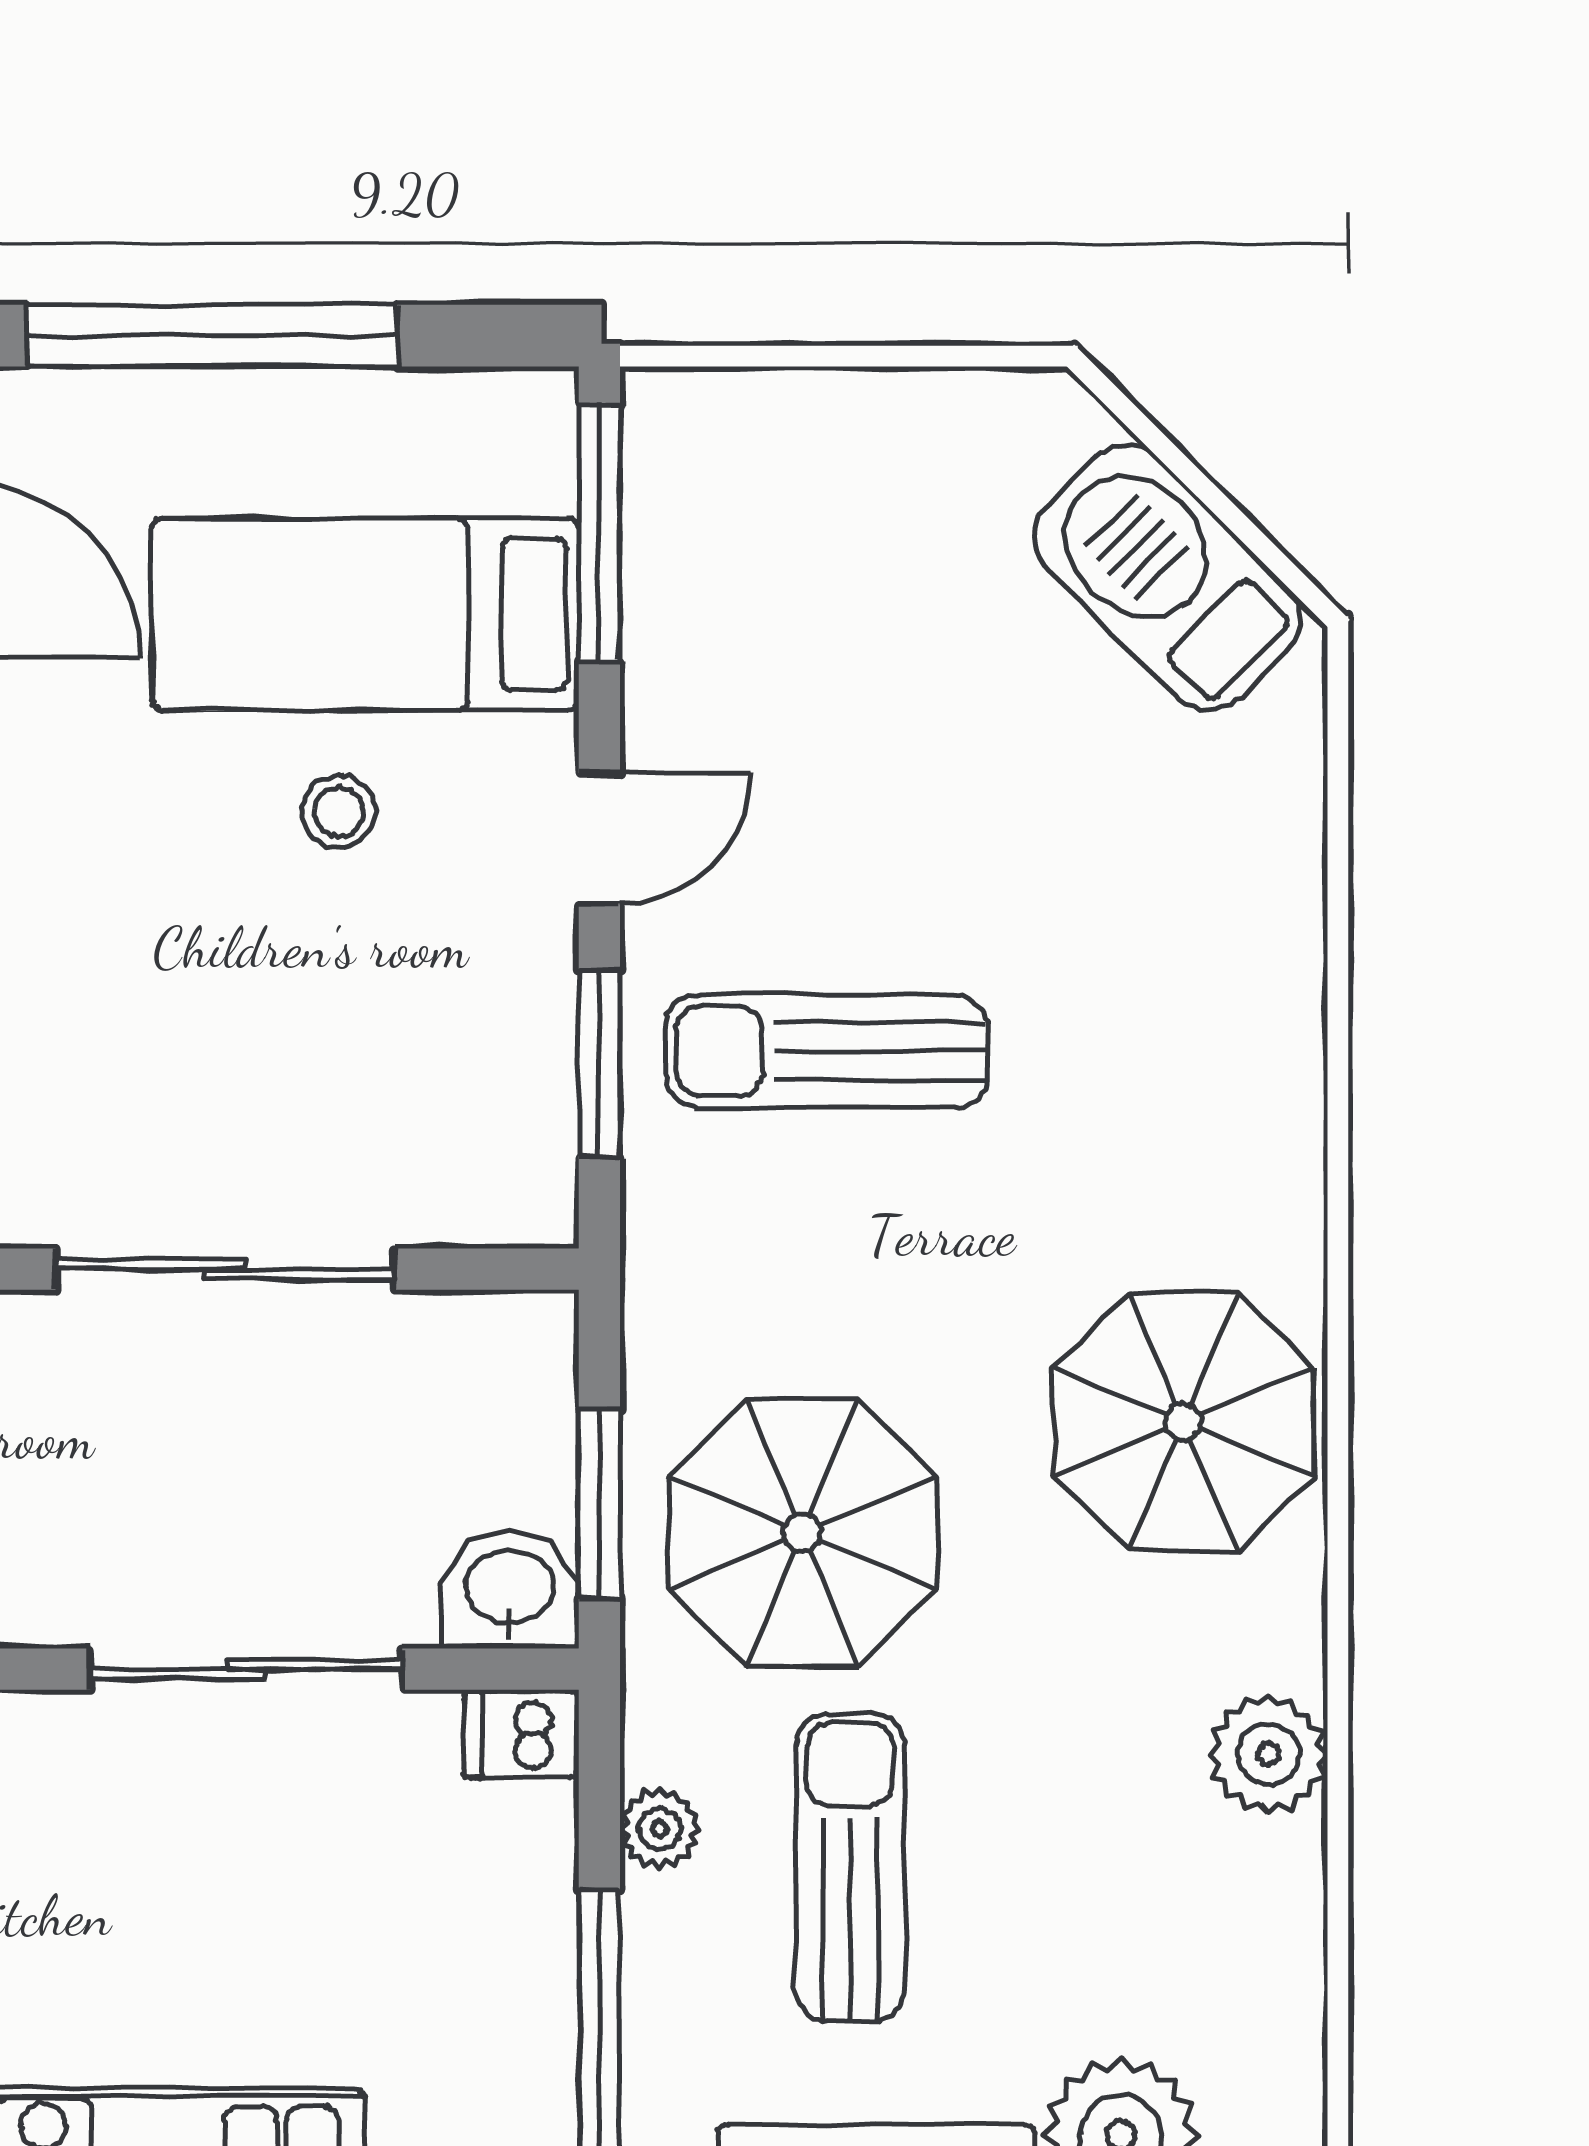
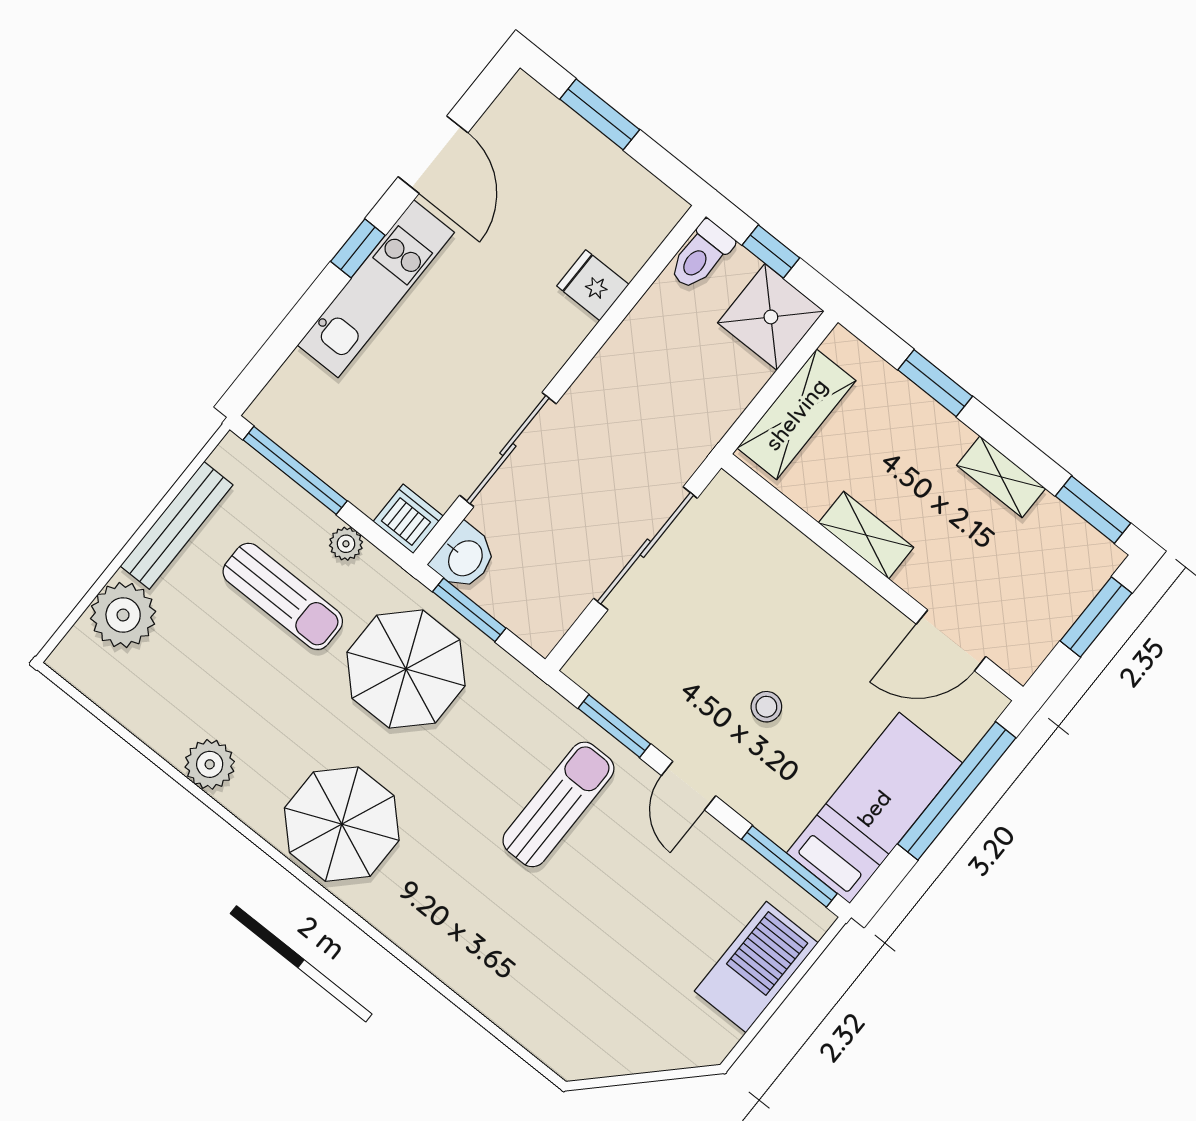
barbecue: (1167, 578) -> (756, 967), moved, turned -45
bed: (365, 614) -> (874, 808), moved
dishwasher: (522, 1734) -> (408, 519), width x1.38

